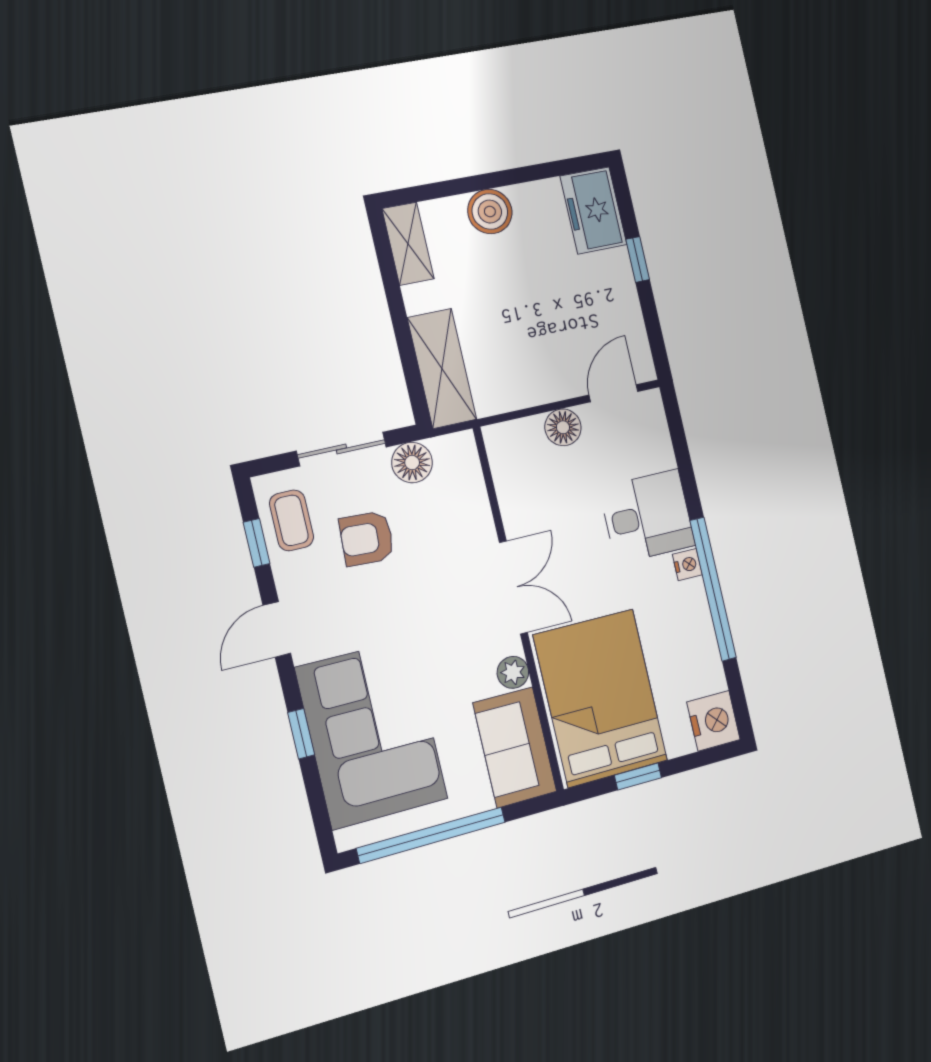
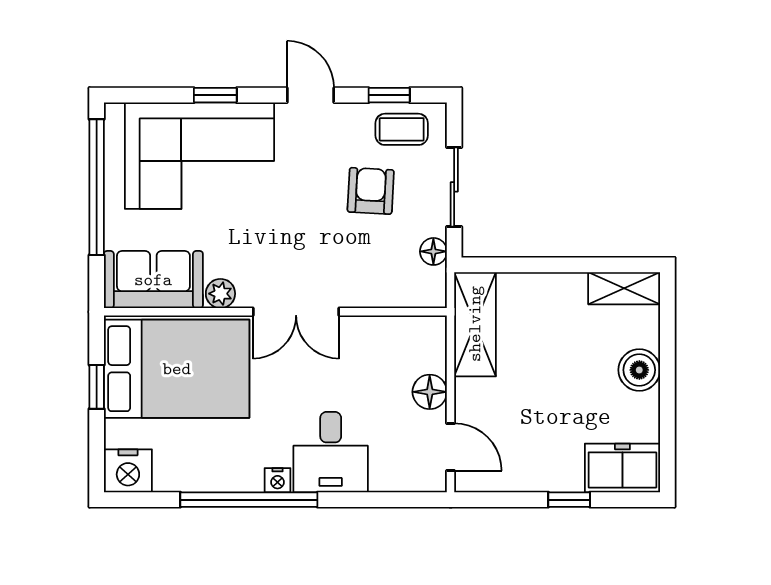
shelving: (442, 369) -> (475, 324), moved, turned 90
floor lamp: (412, 463) -> (433, 251), width x0.73, depth x0.73

